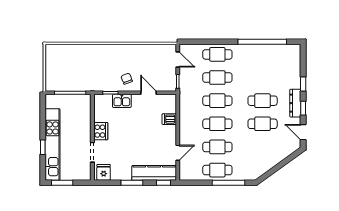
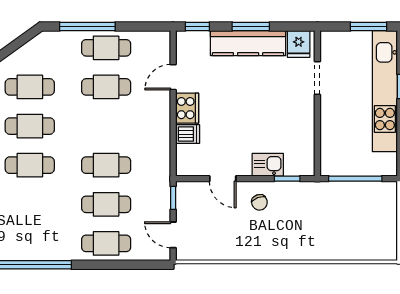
cafe table: (217, 124) -> (30, 87), moved
cooker: (101, 131) -> (187, 108), moved, turned 180
kitchen counter: (154, 173) -> (248, 43), moved

